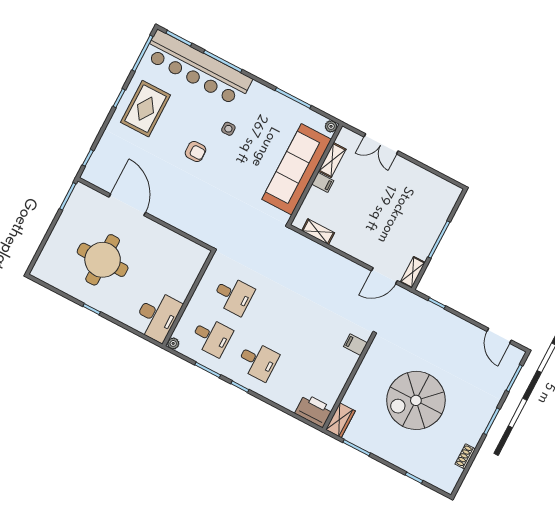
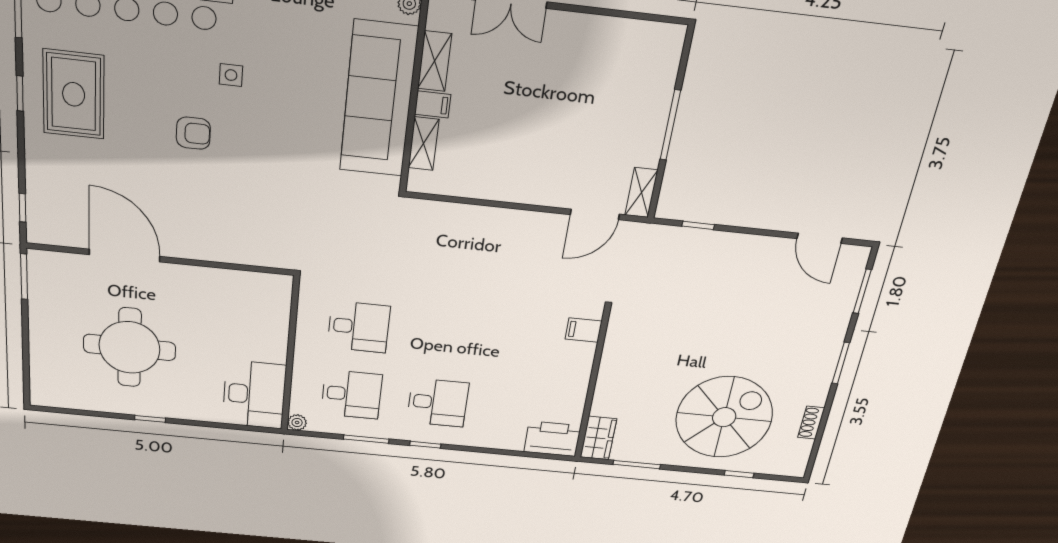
shelving: (318, 232) -> (424, 144), moved, turned 90
spiral stairs: (416, 400) -> (724, 417), moved, turned 180

